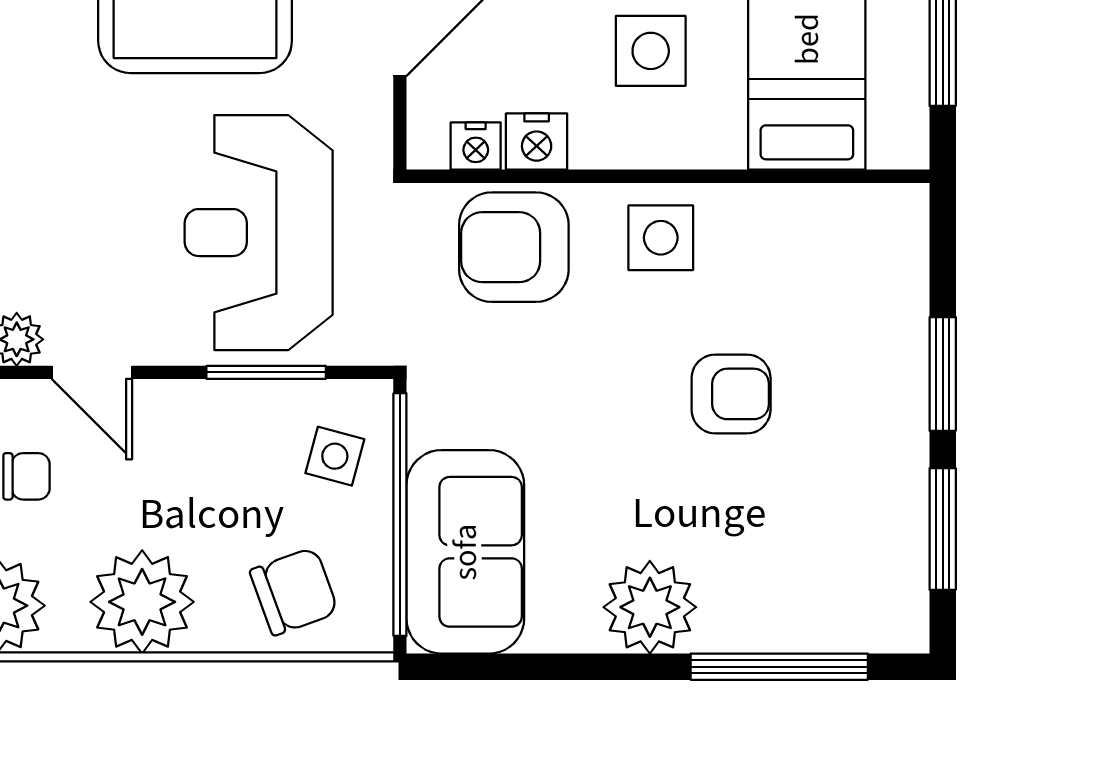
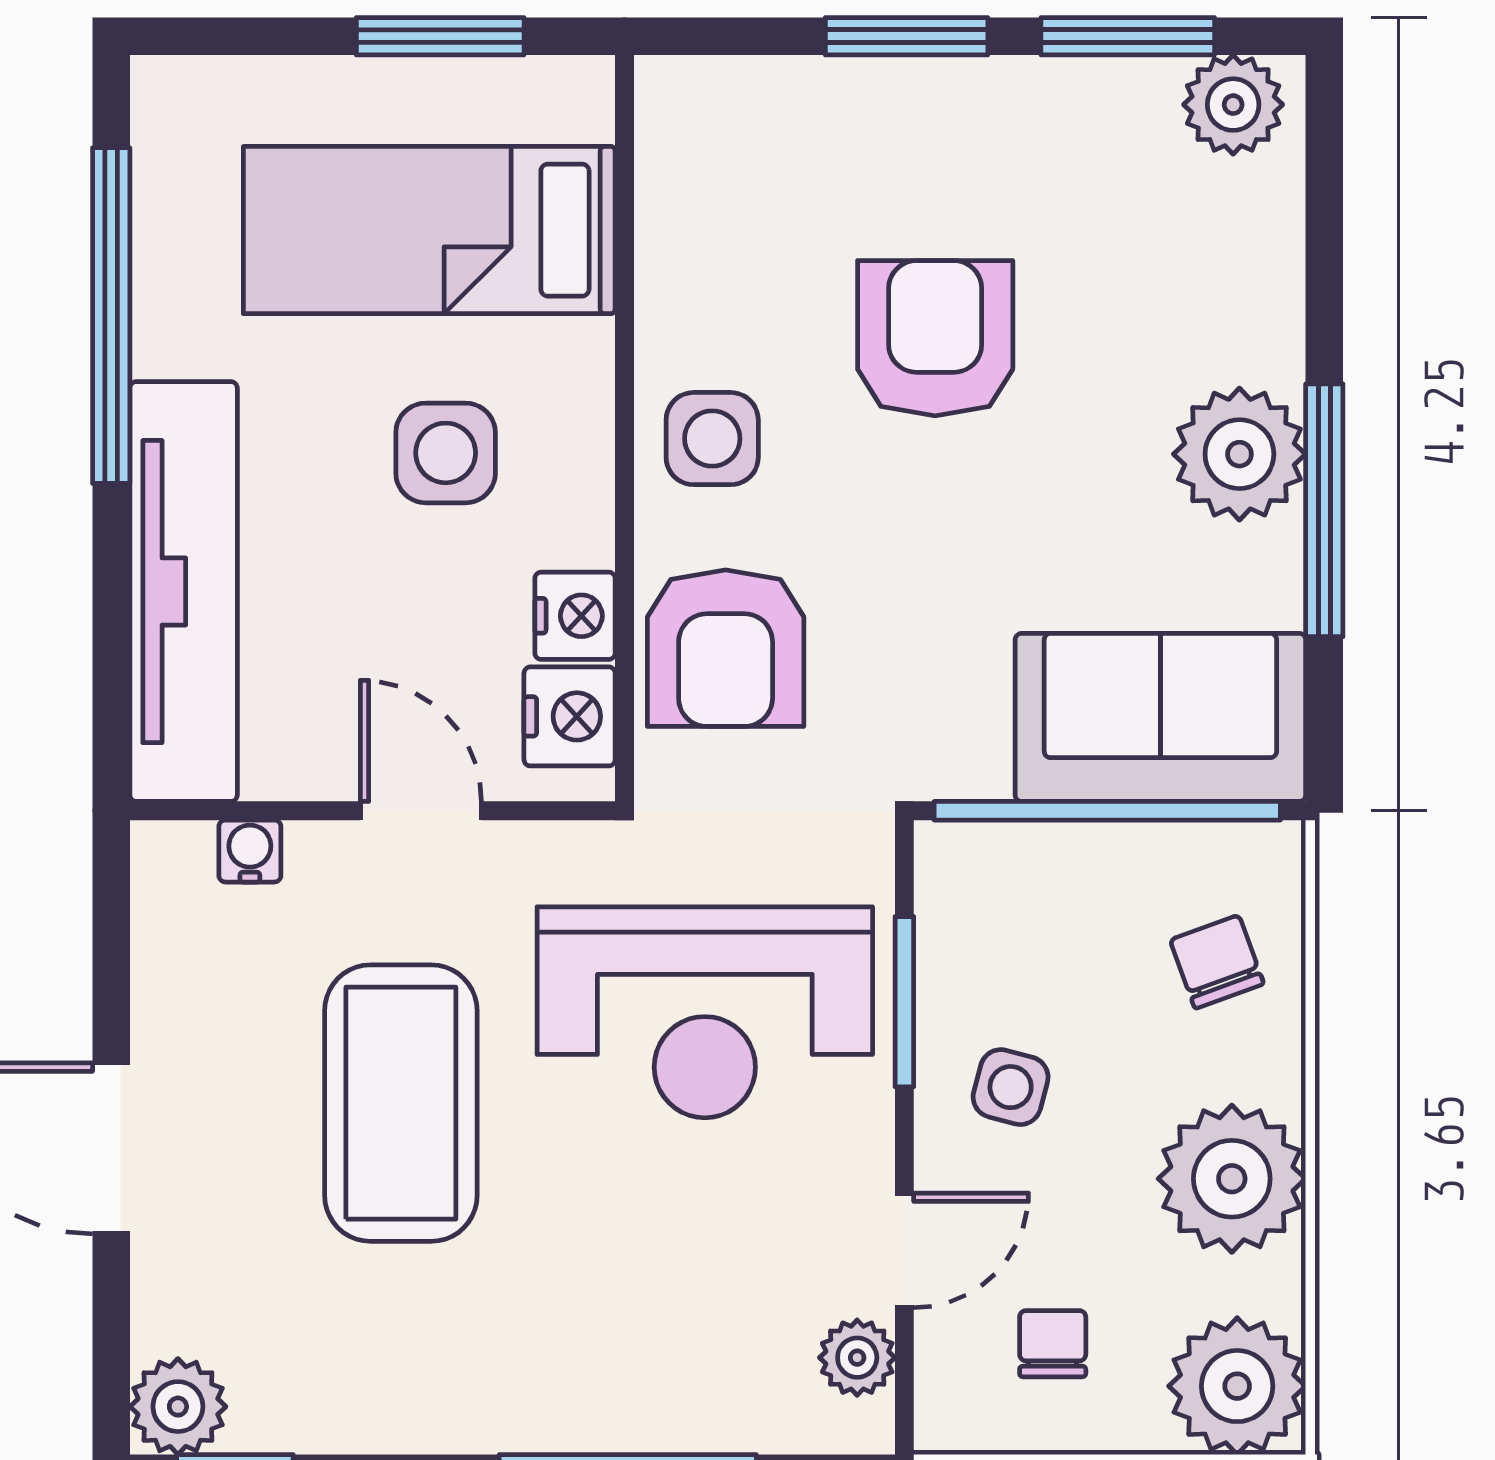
nightstand: (476, 146) -> (570, 716), width x1.39, depth x1.35
armchair: (731, 394) -> (935, 338), width x1.38, depth x1.38
side table: (335, 456) -> (1011, 1087), moved
chair: (294, 591) -> (1217, 962), width x0.73, depth x0.73
plant: (895, 603) -> (1233, 105), added
window: (779, 667) -> (1324, 510), moved

